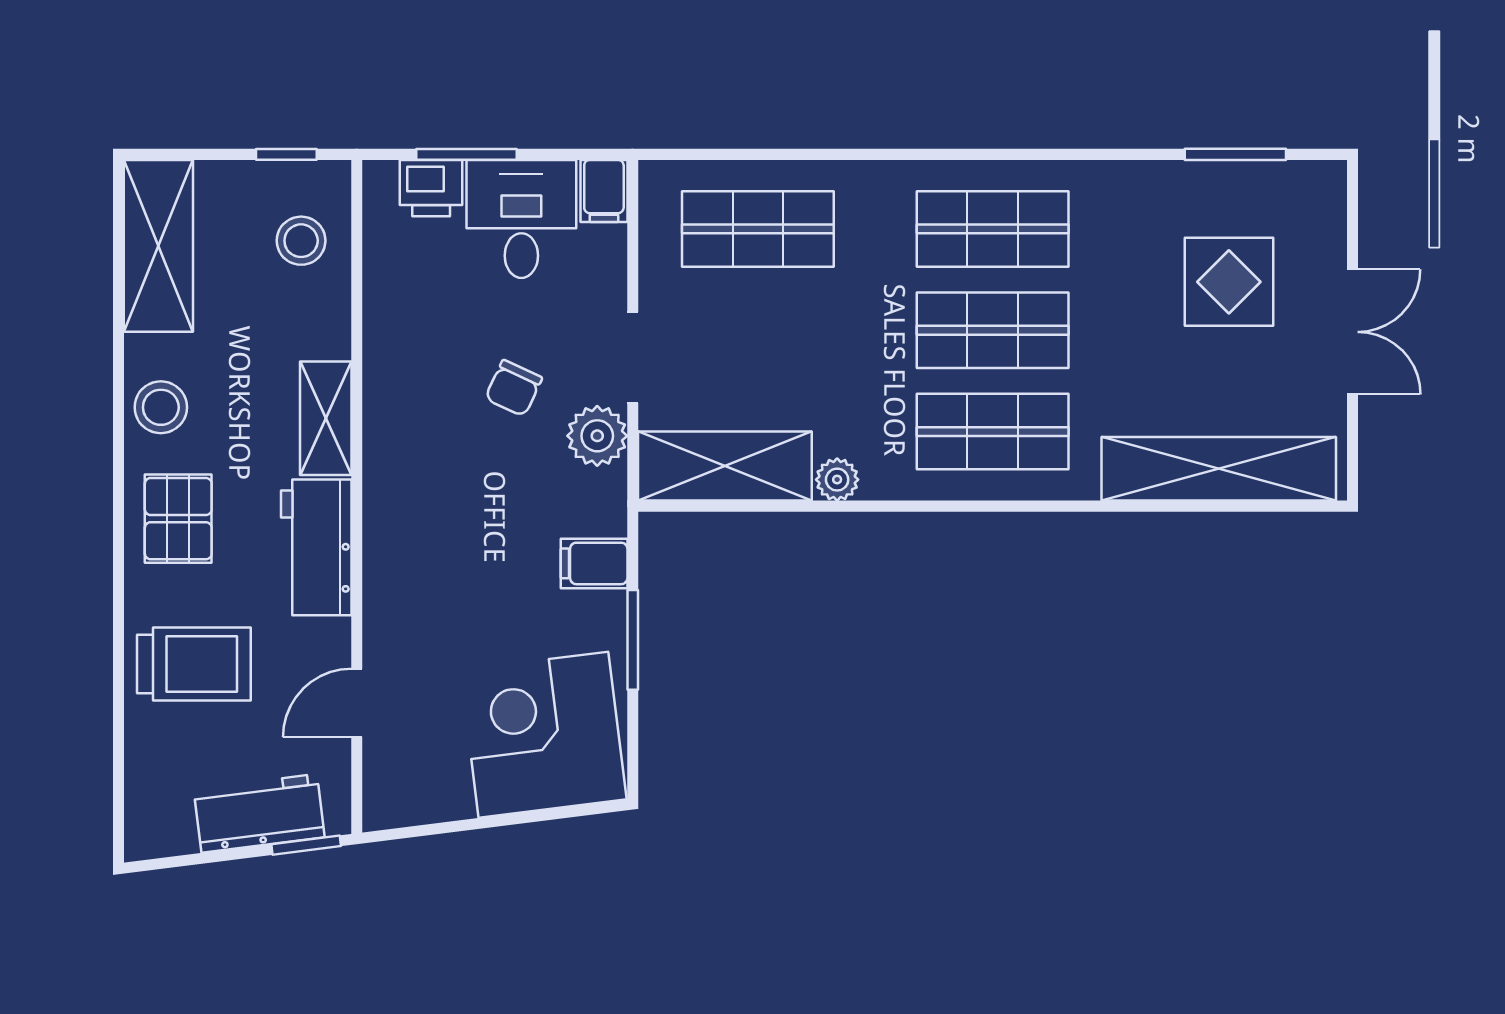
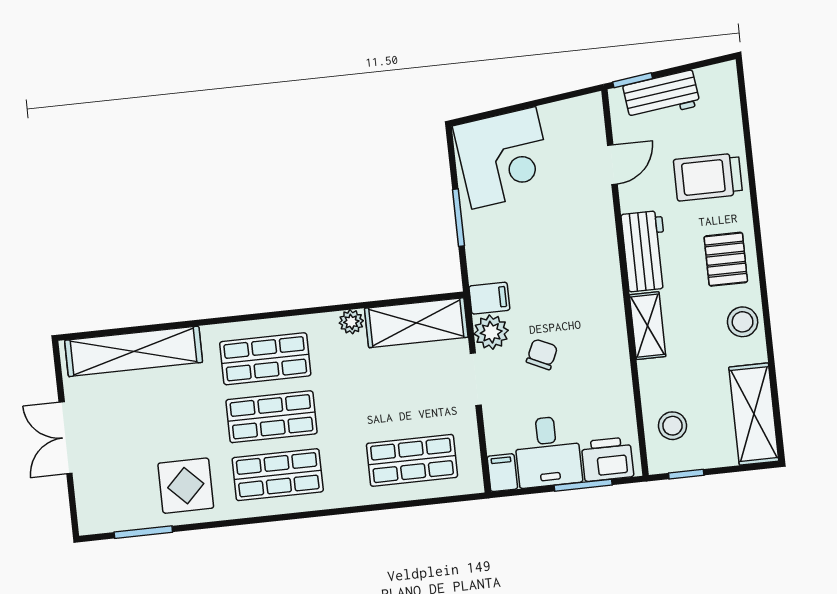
printer: (431, 188) -> (607, 459), width x1.36, depth x1.24
display table: (1229, 282) -> (186, 486), moved
filing cabinet: (594, 563) -> (489, 298), moved

